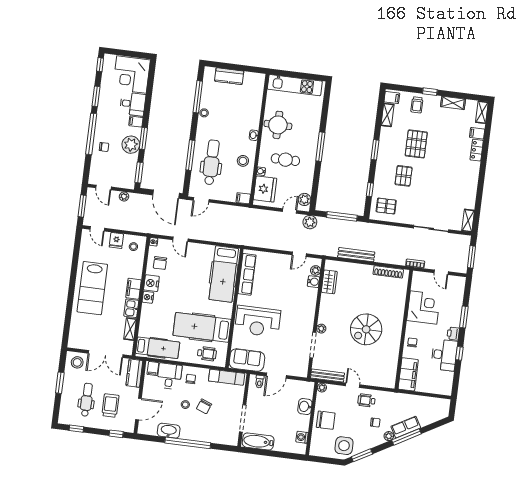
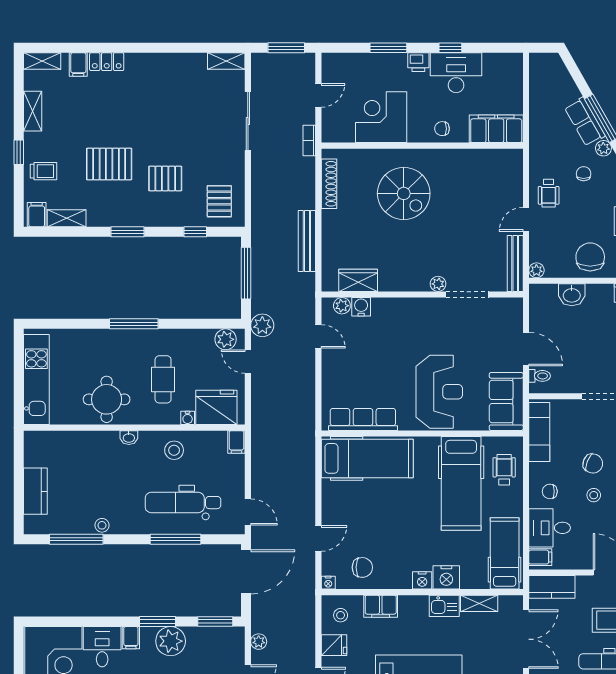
nightstand: (151, 283) -> (446, 577), moved
filing cabinet: (134, 289) -> (381, 606), moved
spiral stairs: (366, 329) -> (404, 193), moved

